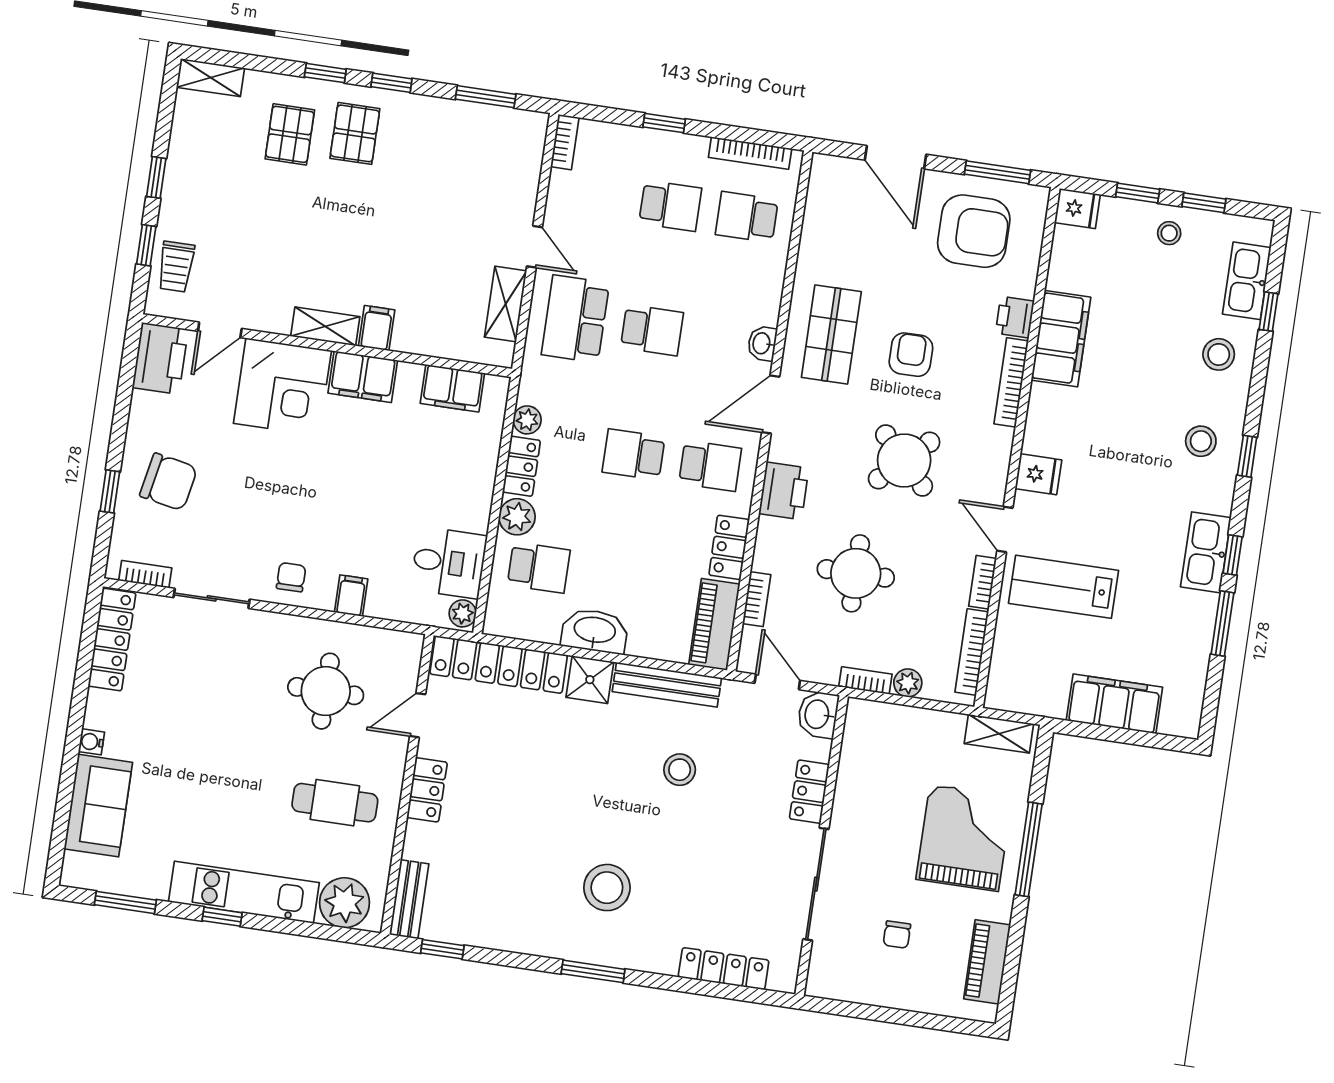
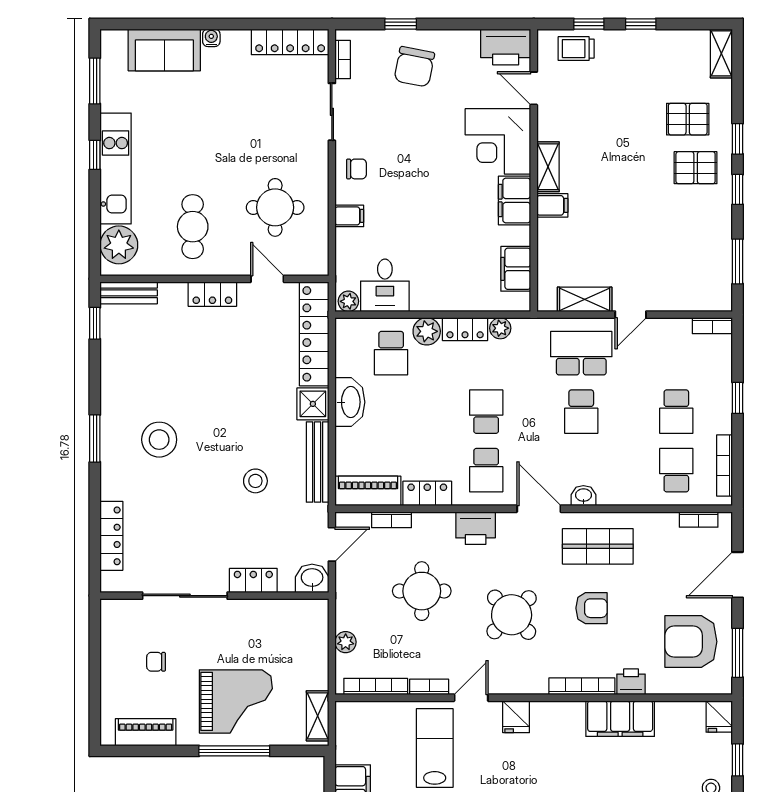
armchair: (974, 231) -> (691, 642), turned 90
bookcase: (865, 680) -> (699, 520), moved, turned 90

